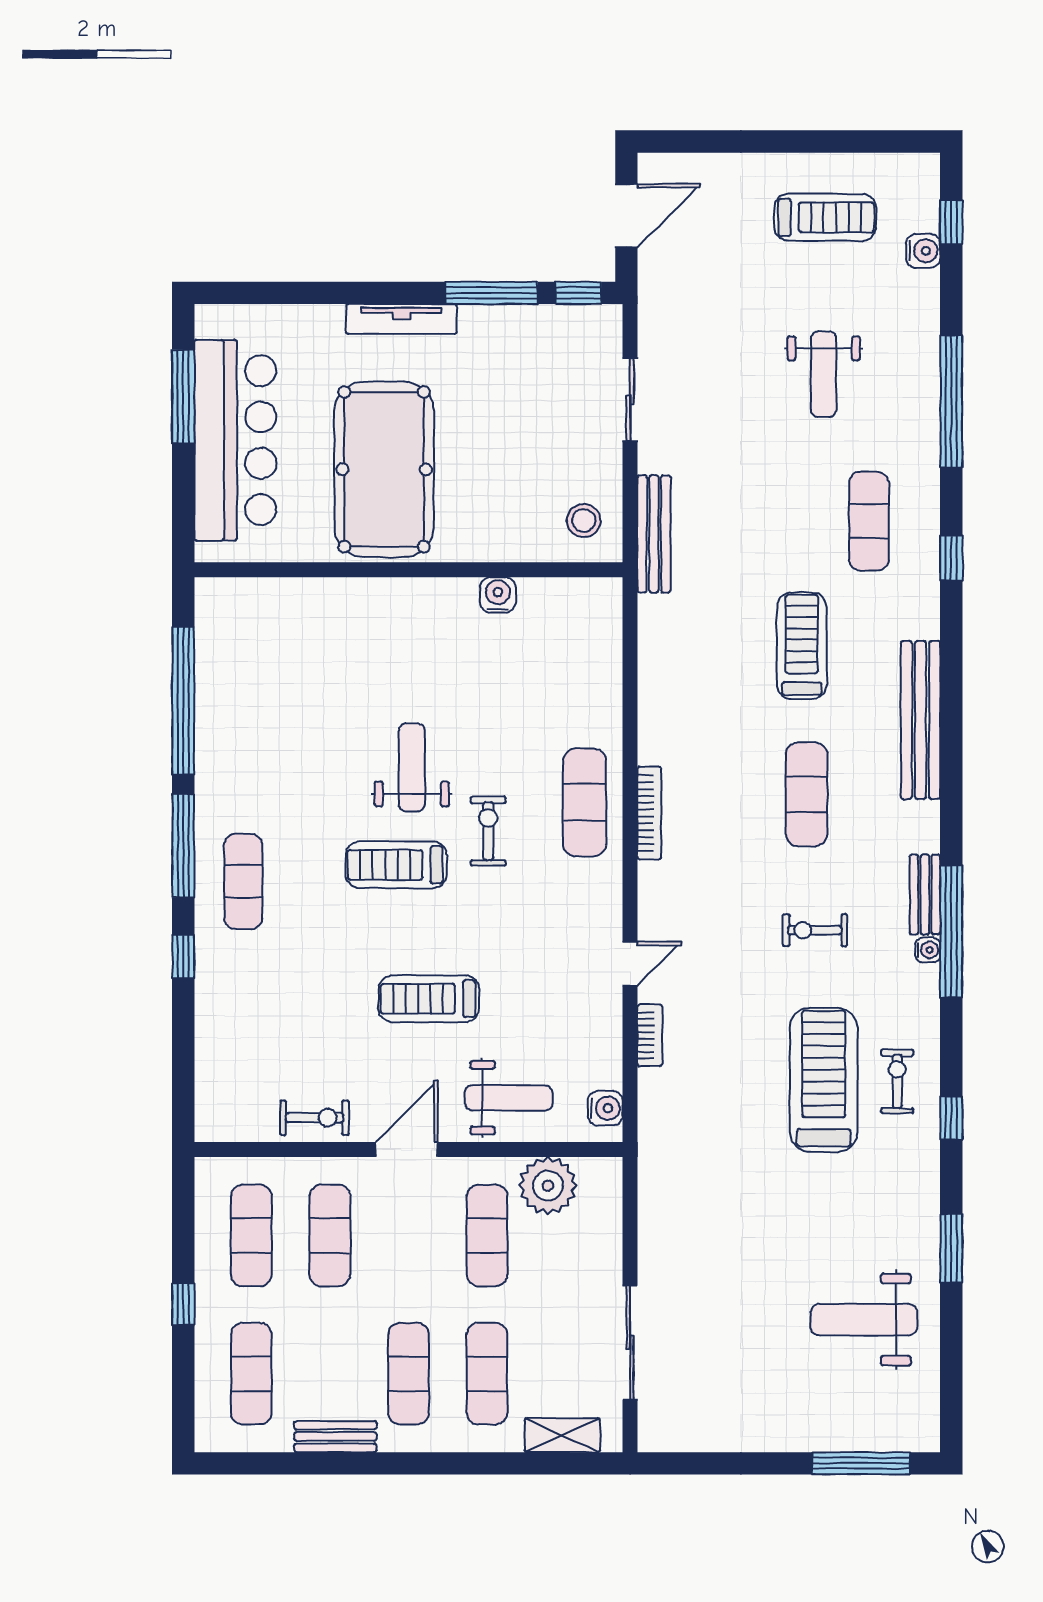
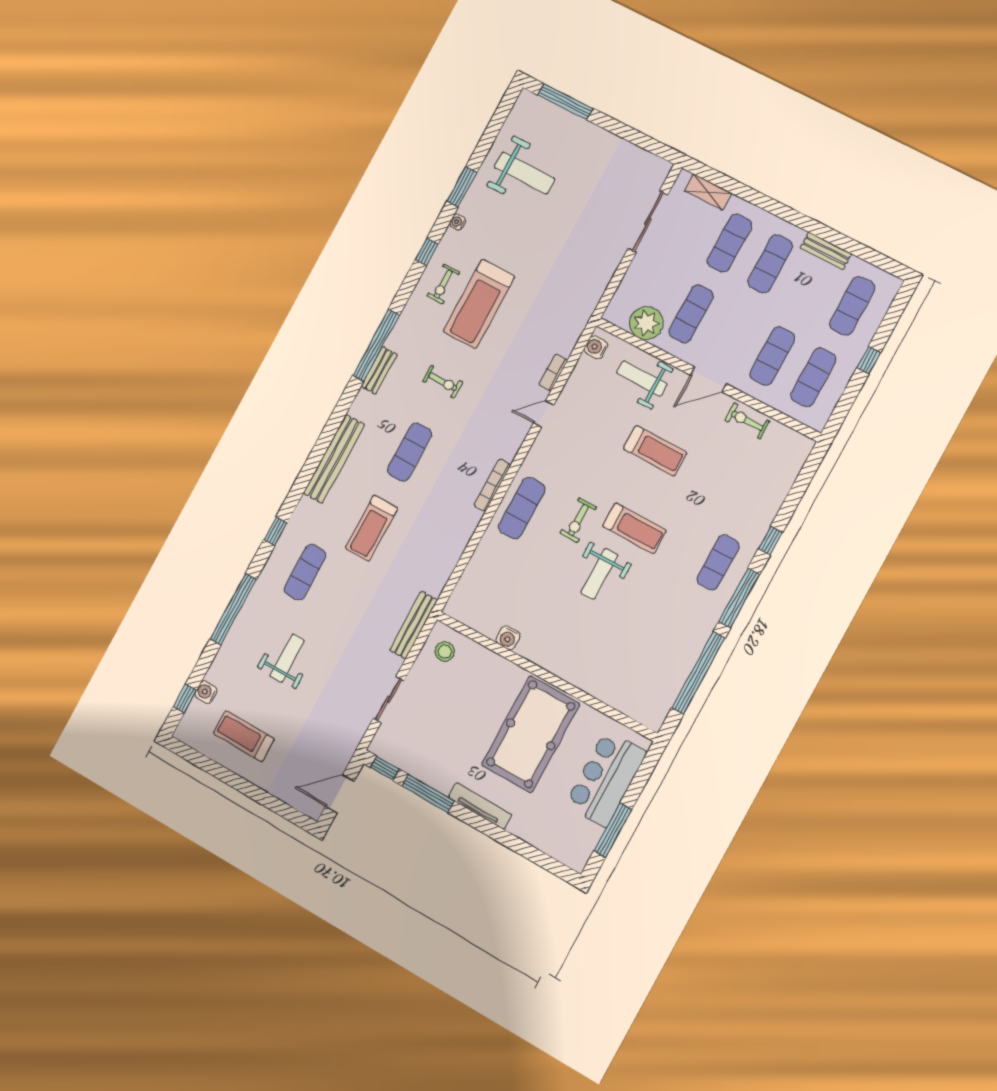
bar counter: (235, 440) -> (606, 779), width x0.73
water cooler: (928, 950) -> (458, 222), moved

